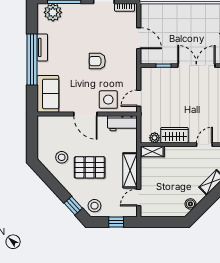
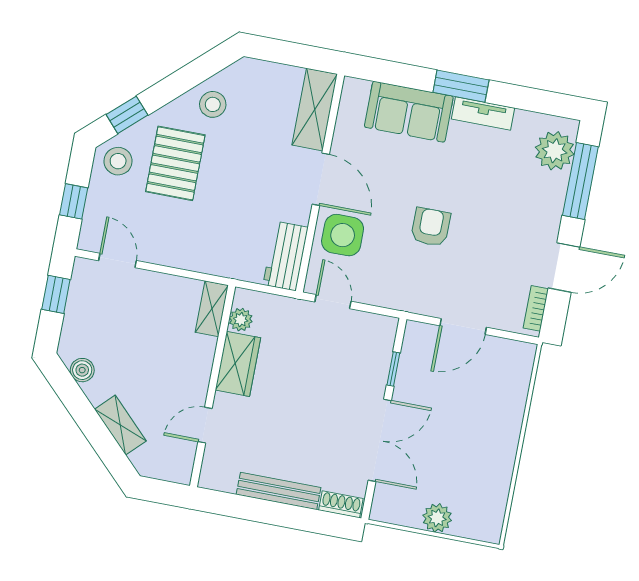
window: (32, 60) -> (461, 86), width x0.47
sofa: (48, 94) -> (409, 112), moved
door: (85, 114) -> (321, 179), swing flipped
door: (204, 145) -> (205, 425), swing flipped
stool: (62, 157) -> (213, 104), moved
pallet: (90, 167) -> (175, 163), moved
shelving: (130, 170) -> (315, 110), moved, turned 90
window: (159, 222) -> (56, 294), added

